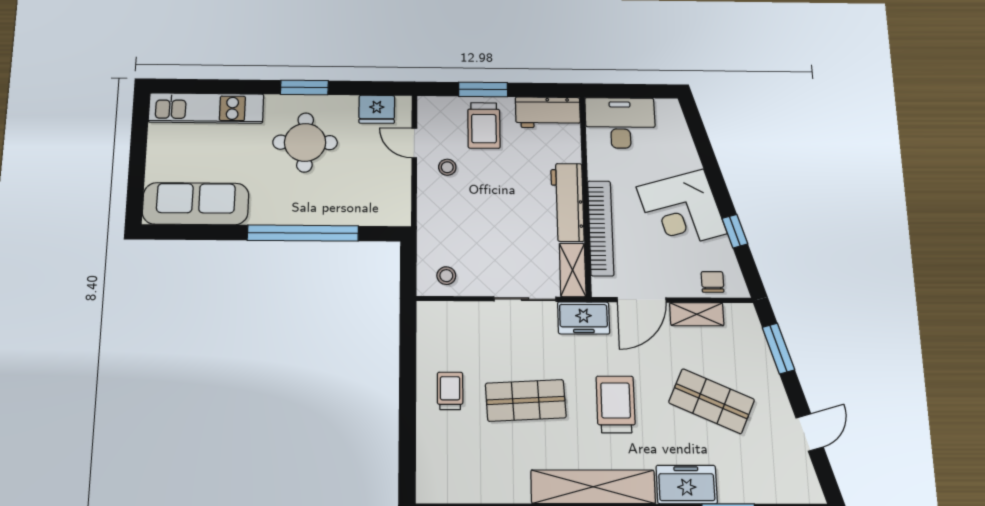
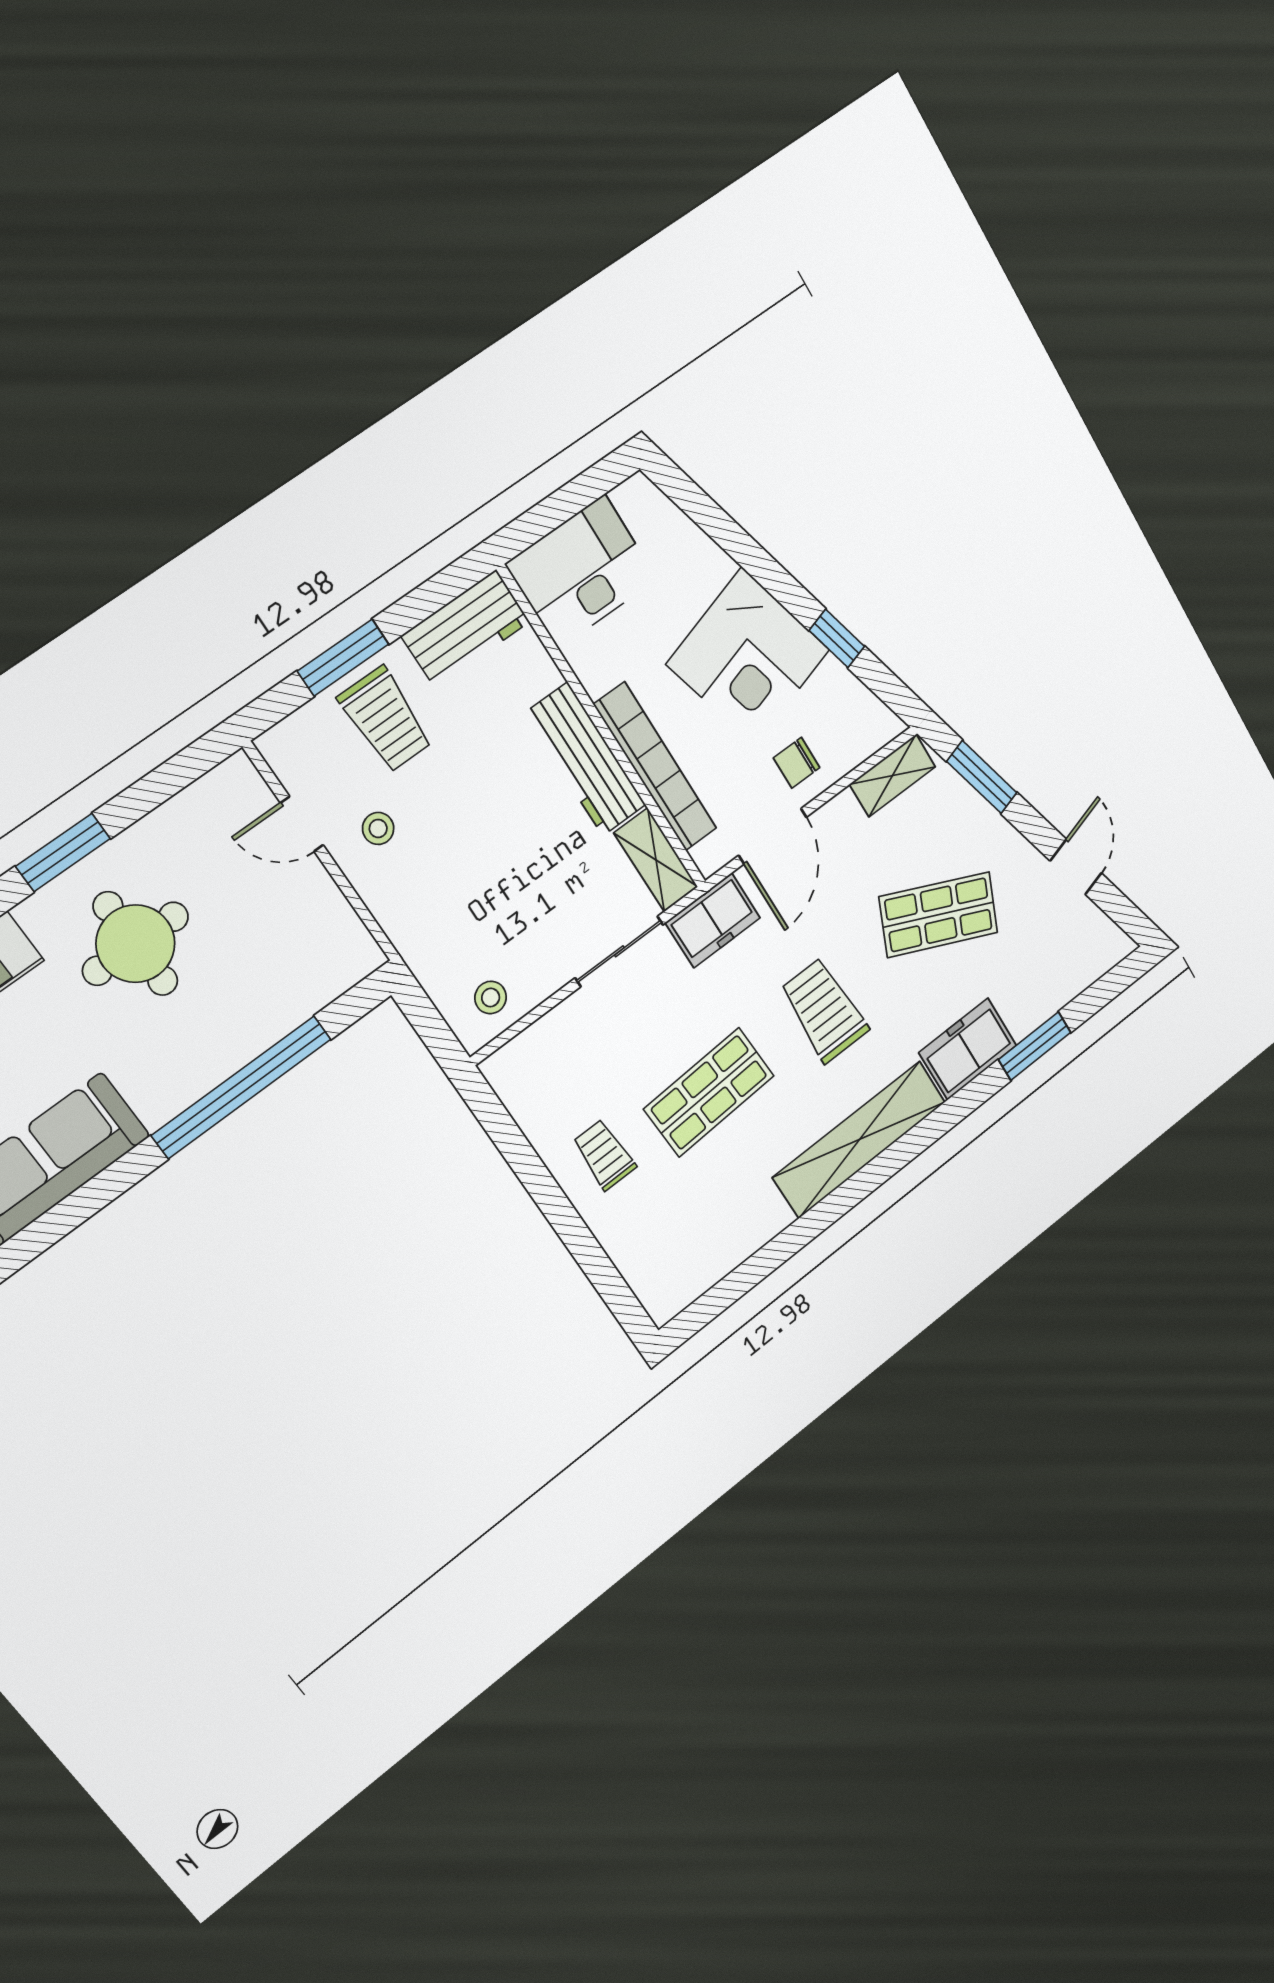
fridge: (377, 109) -> (205, 809), removed
chair: (713, 282) -> (797, 763), moved, turned -90
shelving: (697, 314) -> (893, 775), moved

